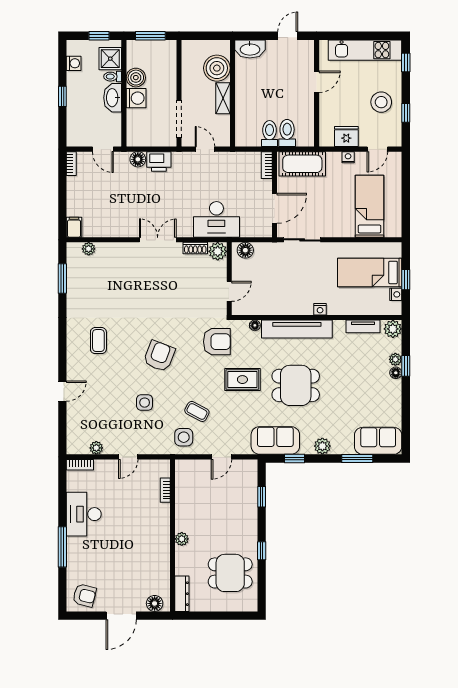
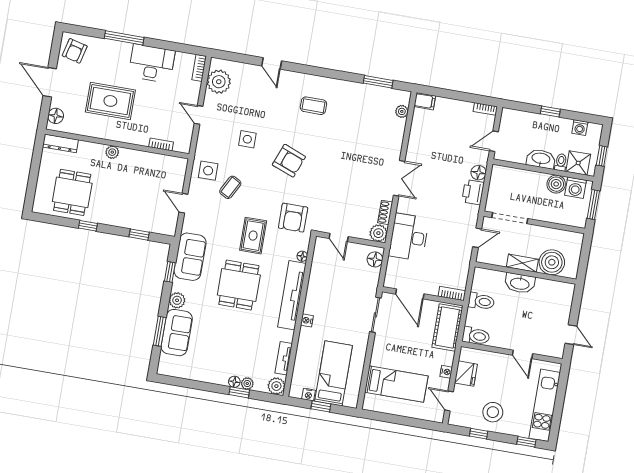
washbasin: (250, 49) -> (520, 283), moved, turned -90
washing machine: (136, 98) -> (576, 188), moved
toilet: (287, 133) -> (476, 336), moved
sofa: (378, 441) -> (177, 333), moved
plant: (96, 448) -> (219, 82), width x1.87, depth x1.87
rug: (130, 550) -> (110, 101), added

